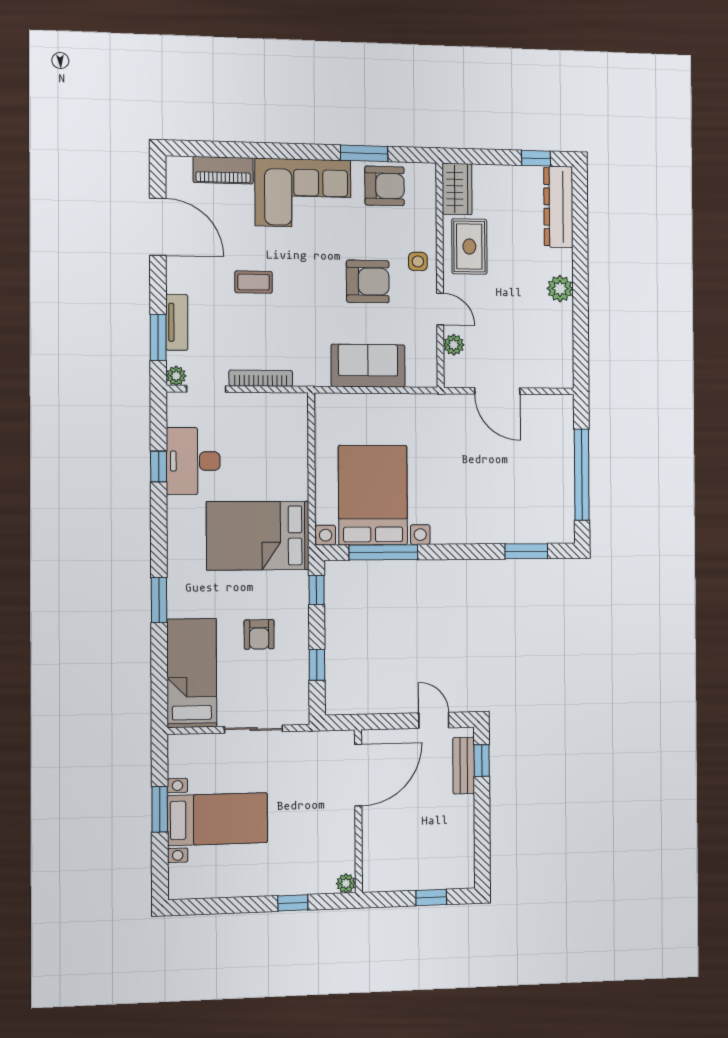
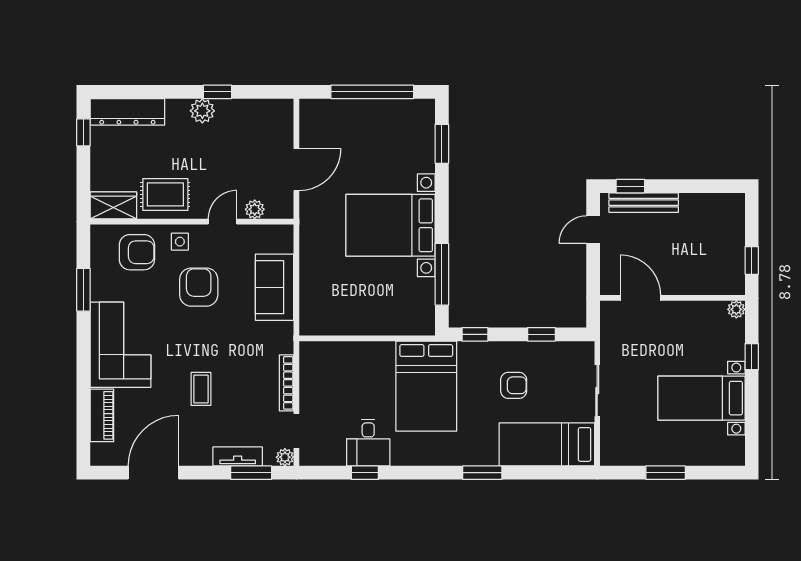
armchair: (385, 186) -> (137, 252), moved, turned 90
window: (580, 305) -> (217, 92), added
desk: (193, 461) -> (368, 443), width x0.73
bed with nightstands: (373, 495) -> (390, 225), moved
bench: (464, 766) -> (644, 203), width x1.36
door: (358, 775) -> (640, 298), width x0.73
bed with nightstands: (218, 819) -> (701, 398), moved, turned -90
window: (431, 898) -> (752, 260), moved

